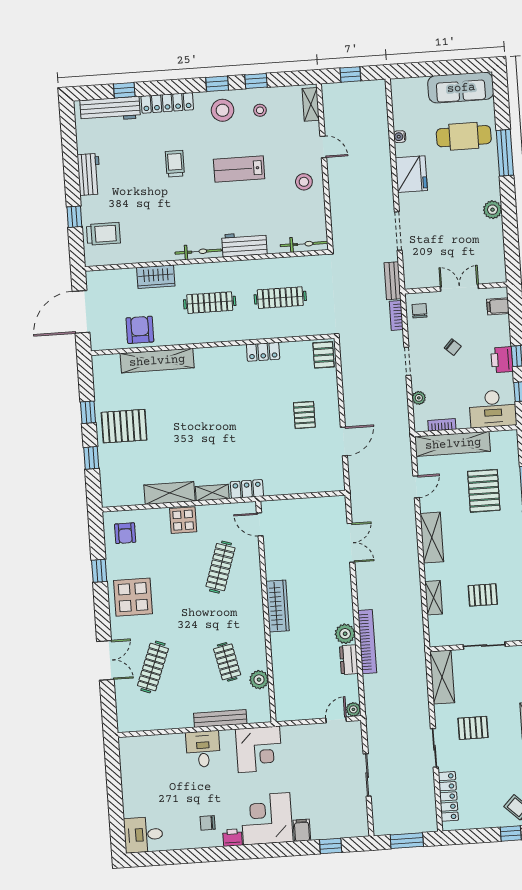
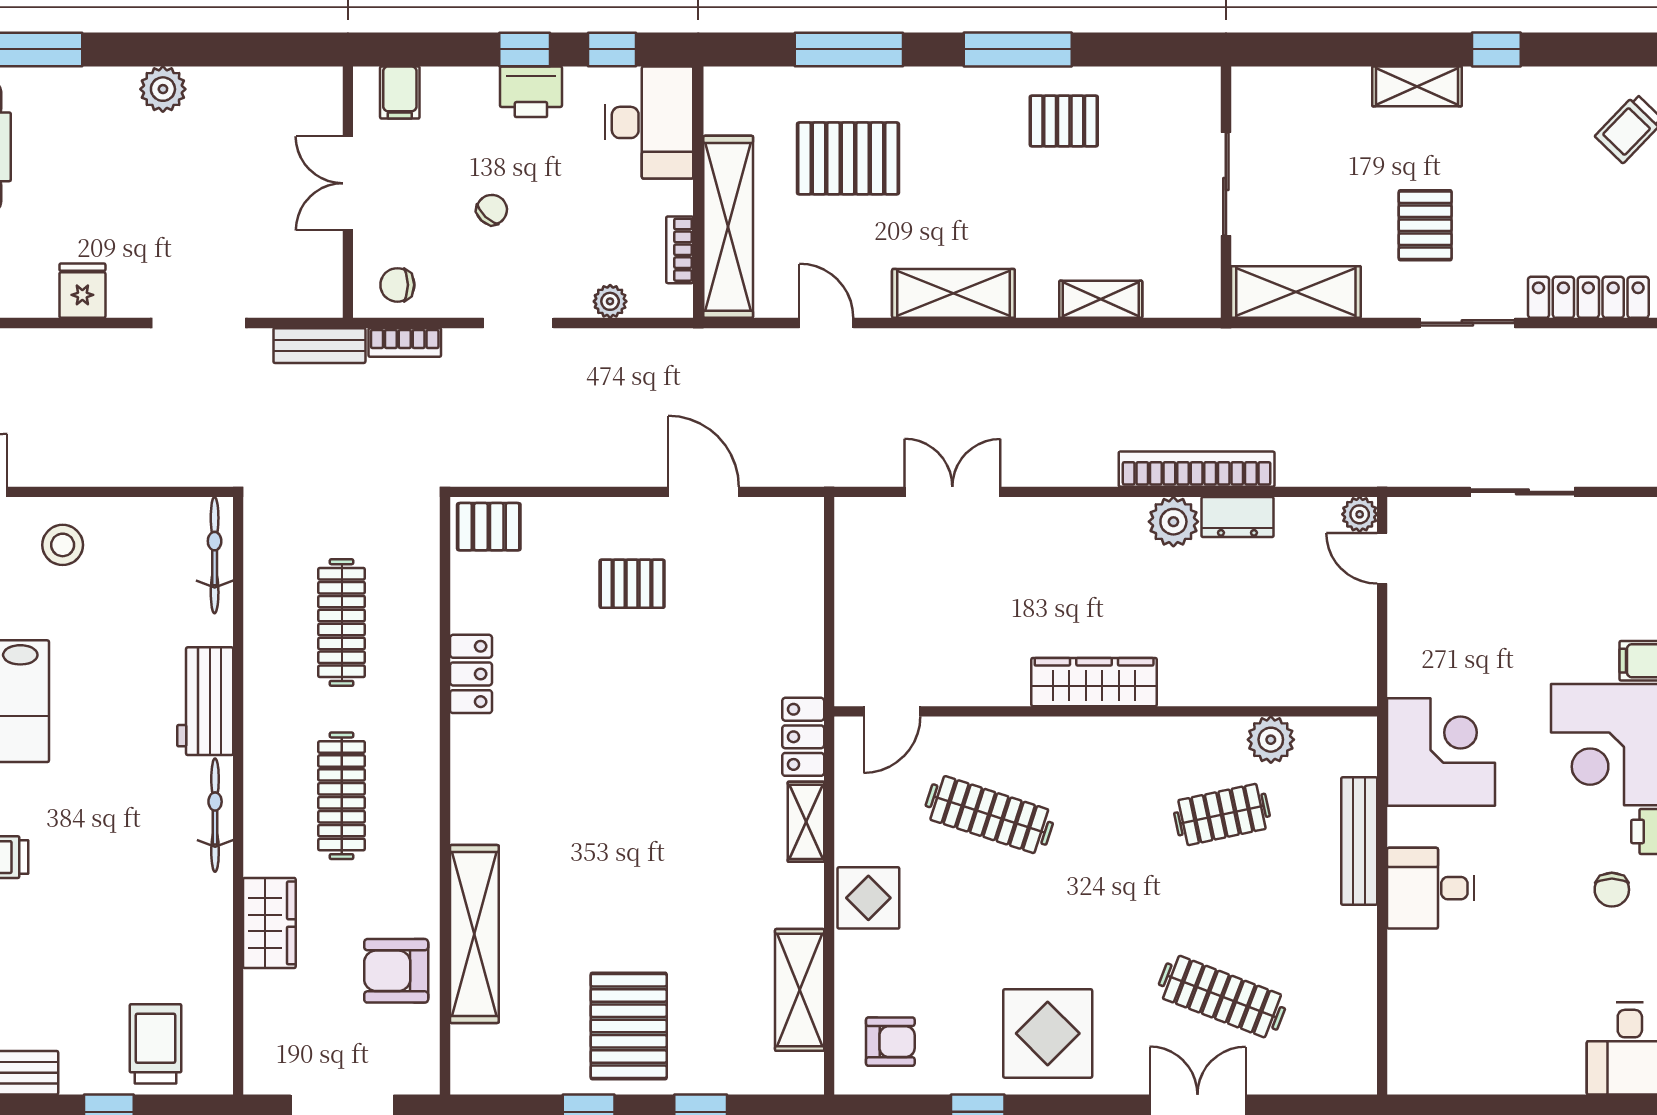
fridge: (411, 174) -> (82, 291), width x0.53, depth x0.75
shelving: (170, 493) -> (800, 990), moved
pallet: (483, 595) -> (1064, 121), moved, turned 90

